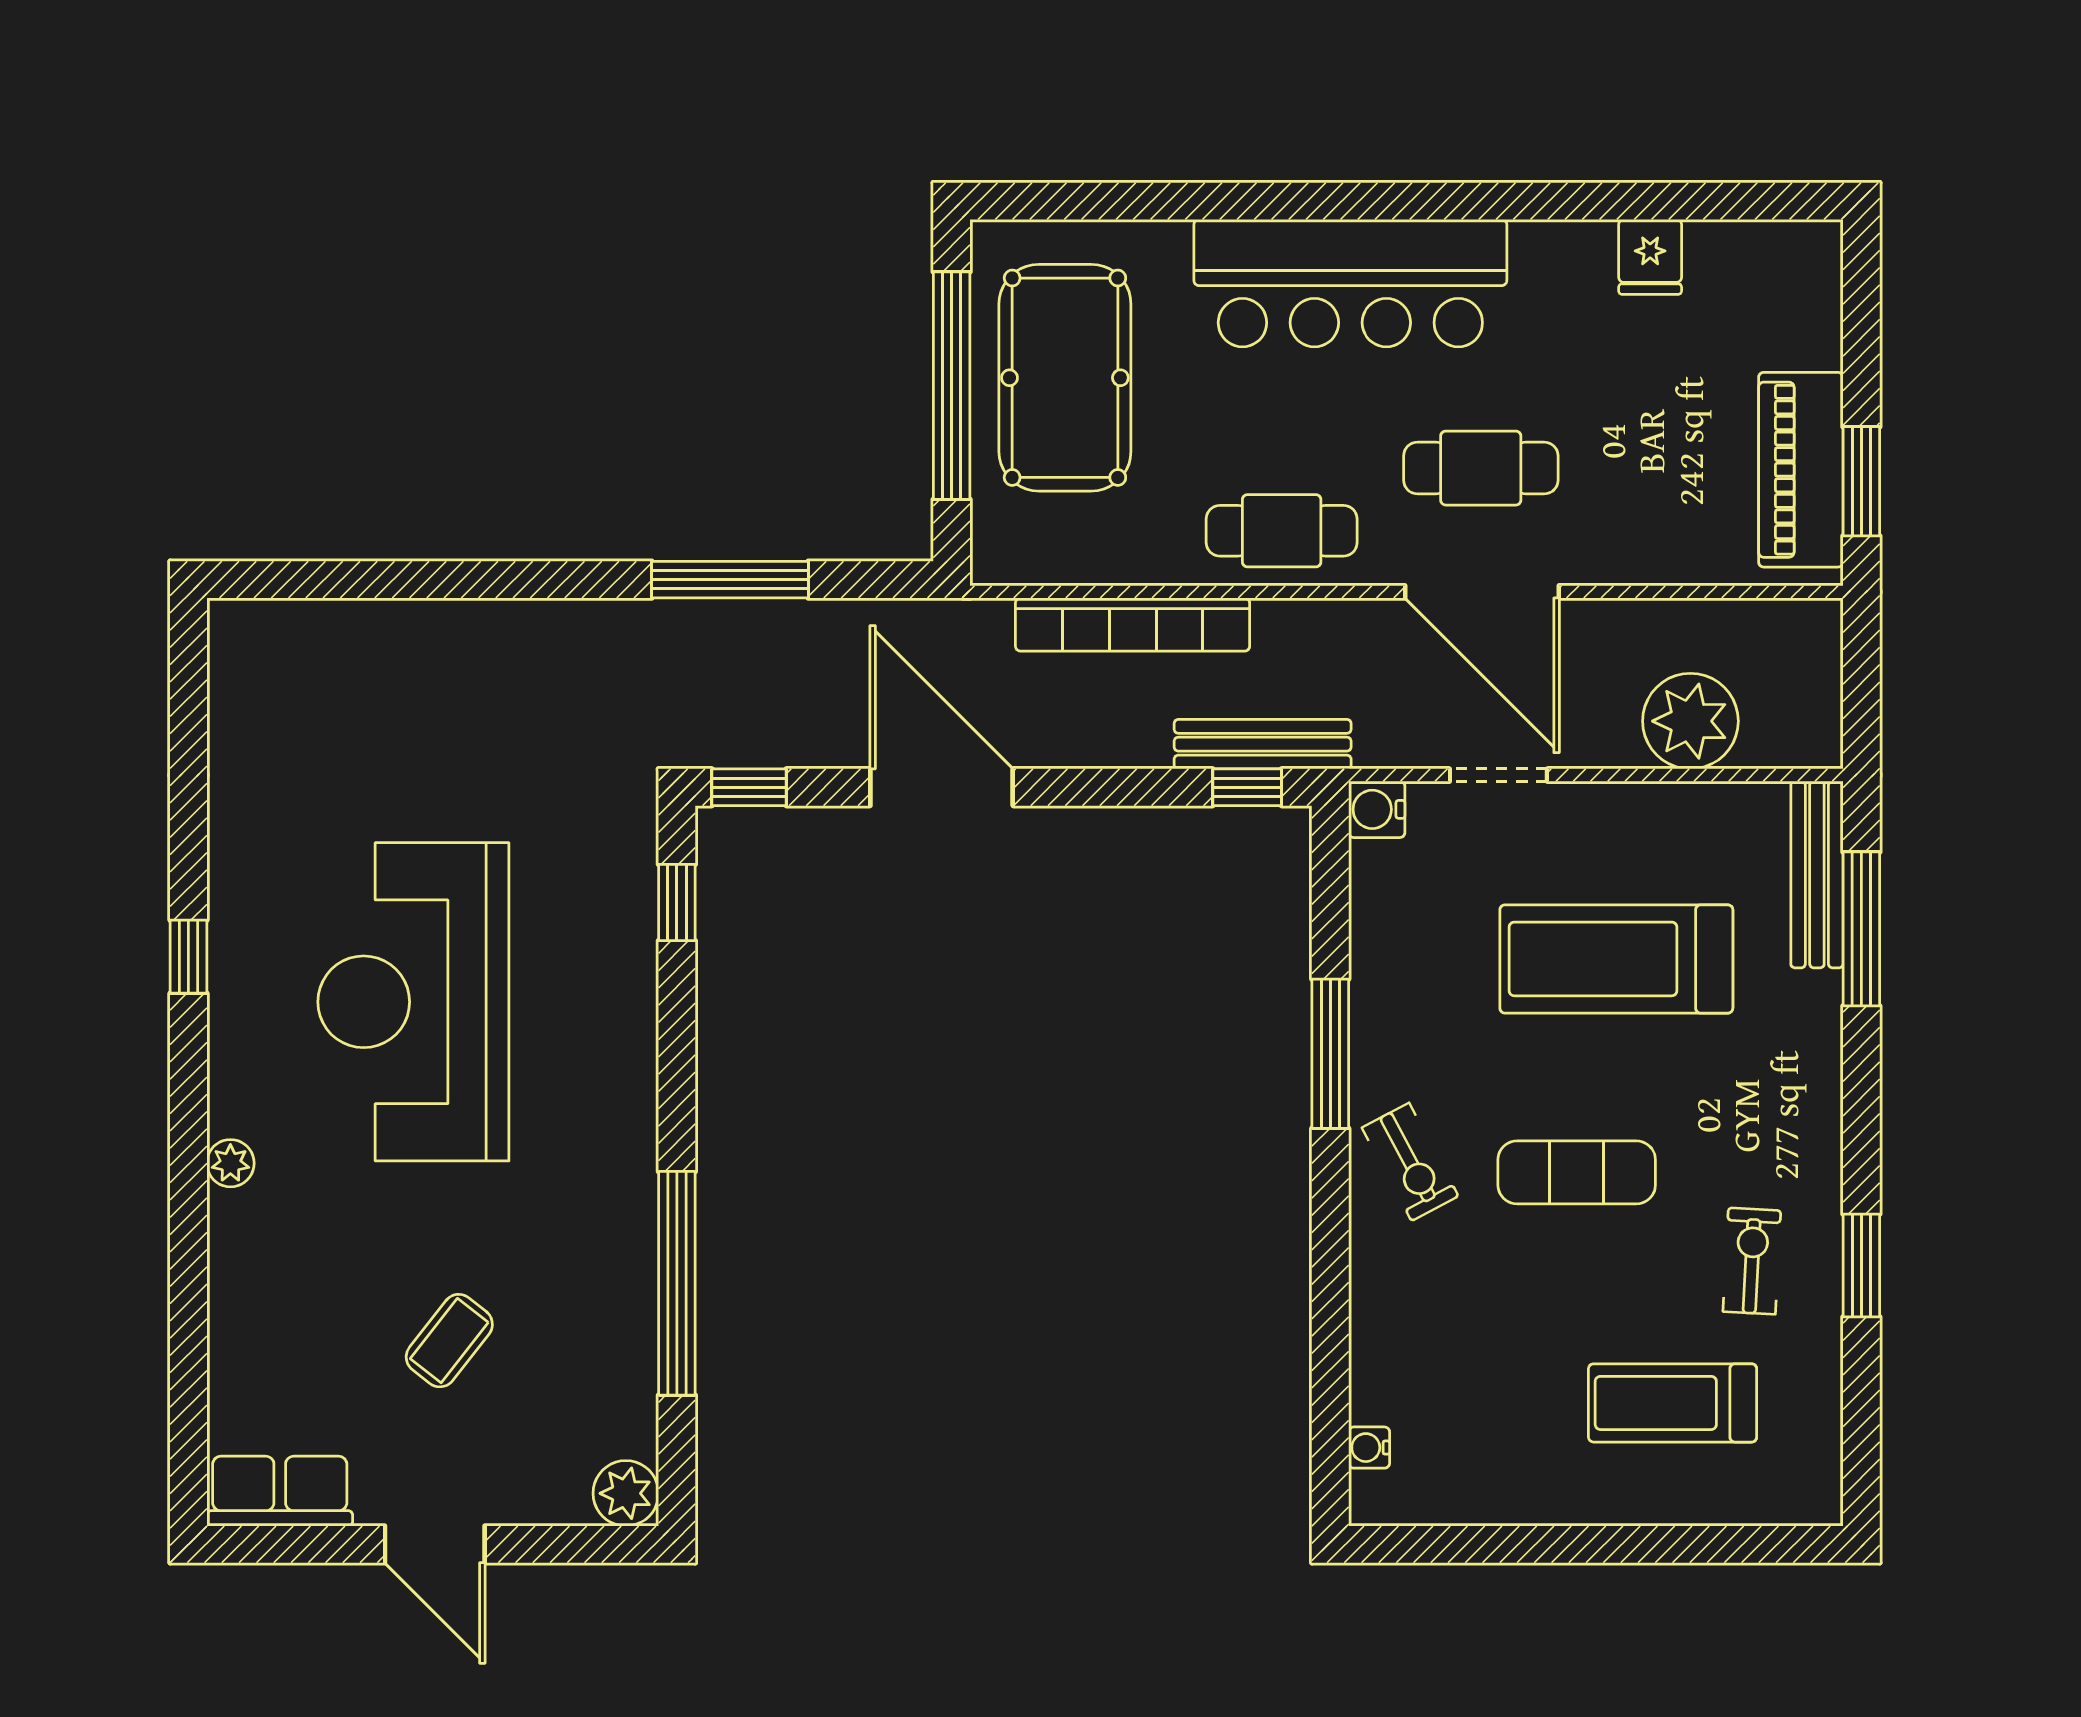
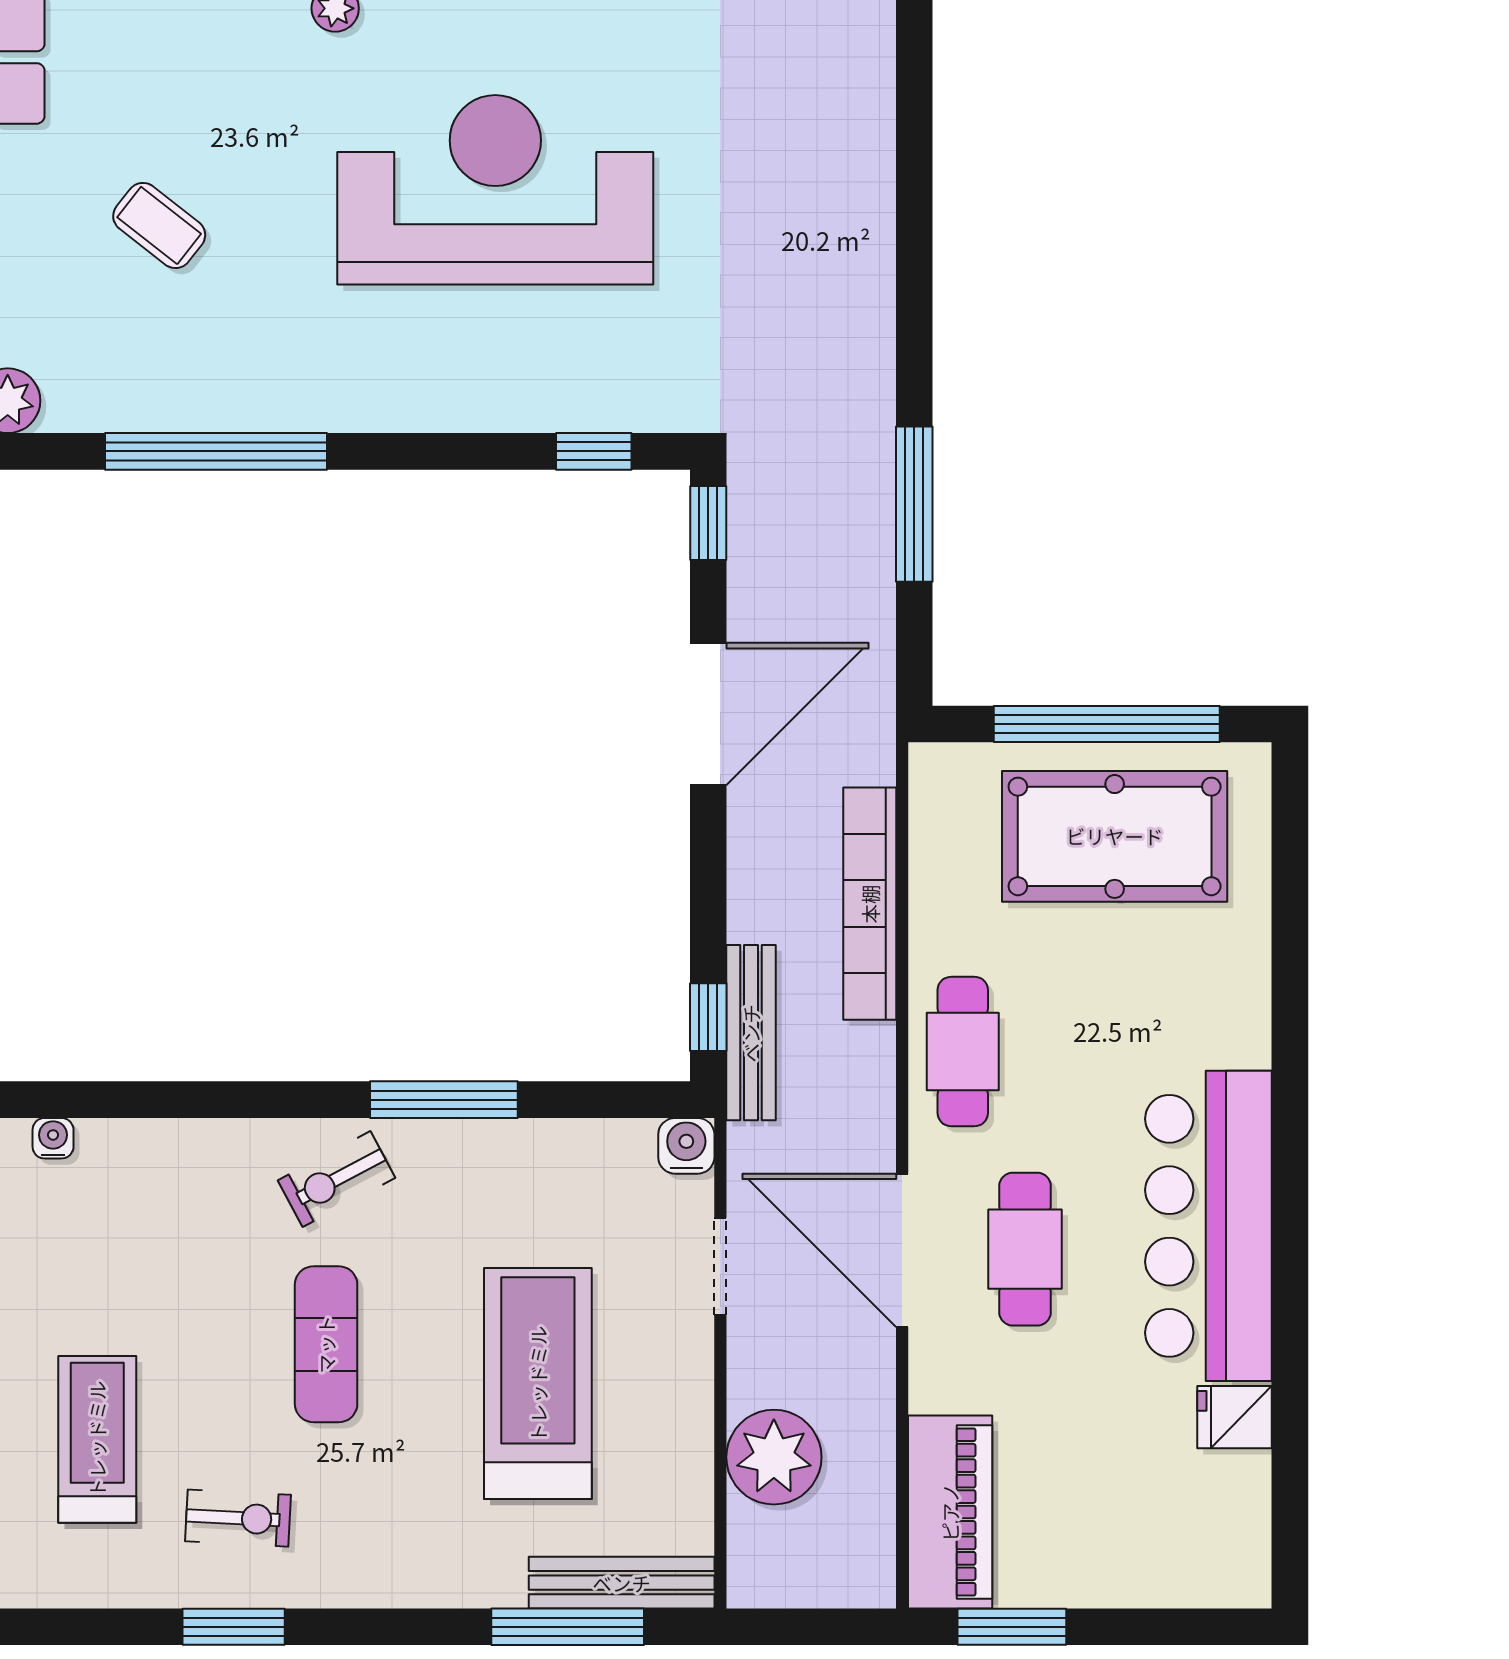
bar counter: (1350, 283) -> (1208, 1226), moved
piano: (1801, 470) -> (950, 1512), moved, turned 90
door: (1482, 592) -> (902, 1250), hinge flipped

